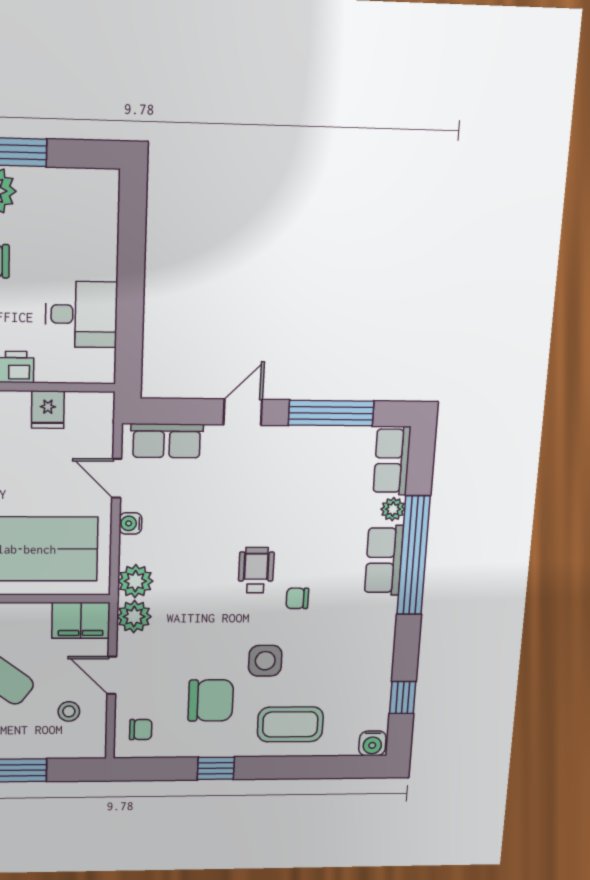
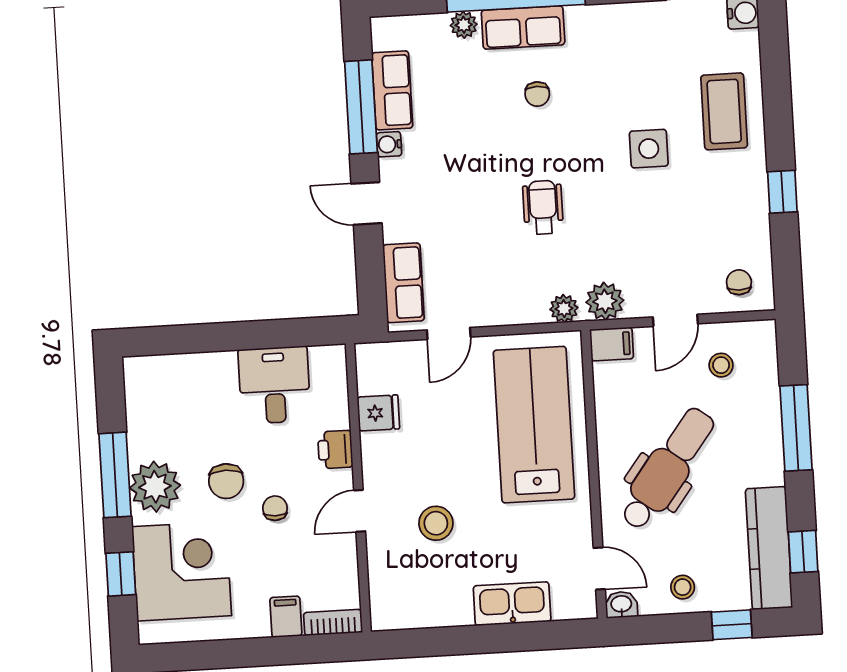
row of seats: (392, 461) -> (392, 90), moved, turned -90
water cooler: (130, 523) -> (389, 144), moved, turned 90
wheelchair: (256, 570) -> (543, 207), moved, turned 90
plant: (135, 581) -> (564, 309), width x0.73, depth x0.73
chair: (297, 598) -> (537, 94), moved
filing cabinet: (81, 620) -> (612, 344), width x0.50
chair: (211, 700) -> (700, 206), removed

